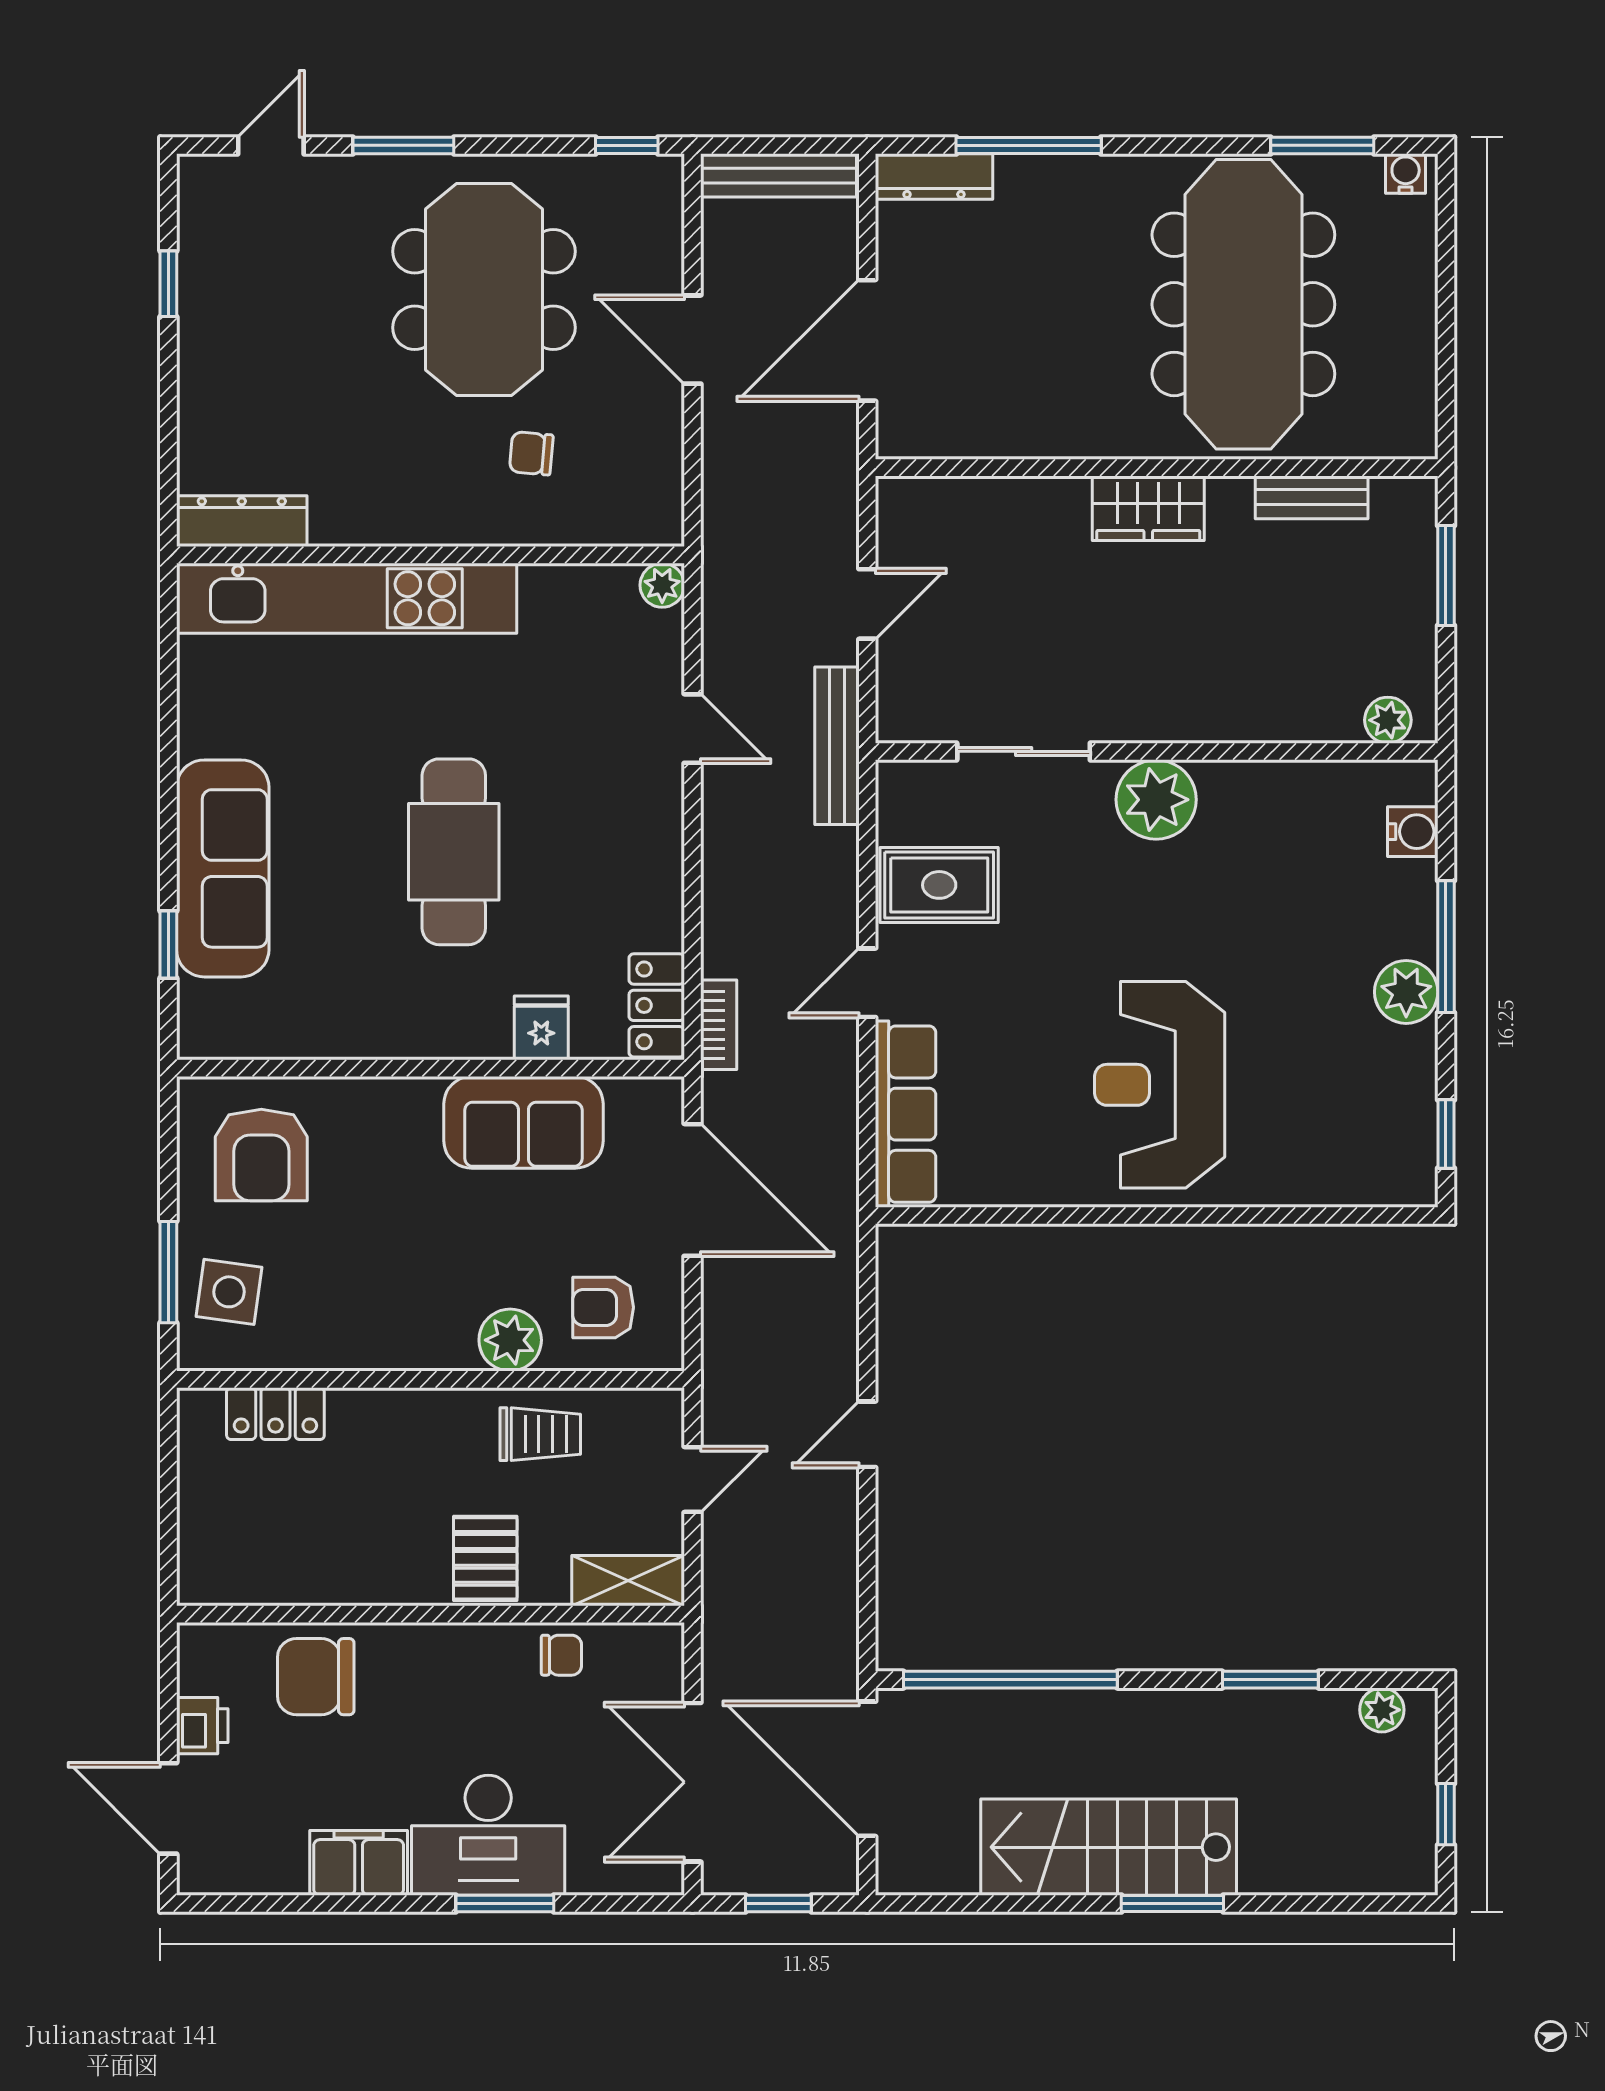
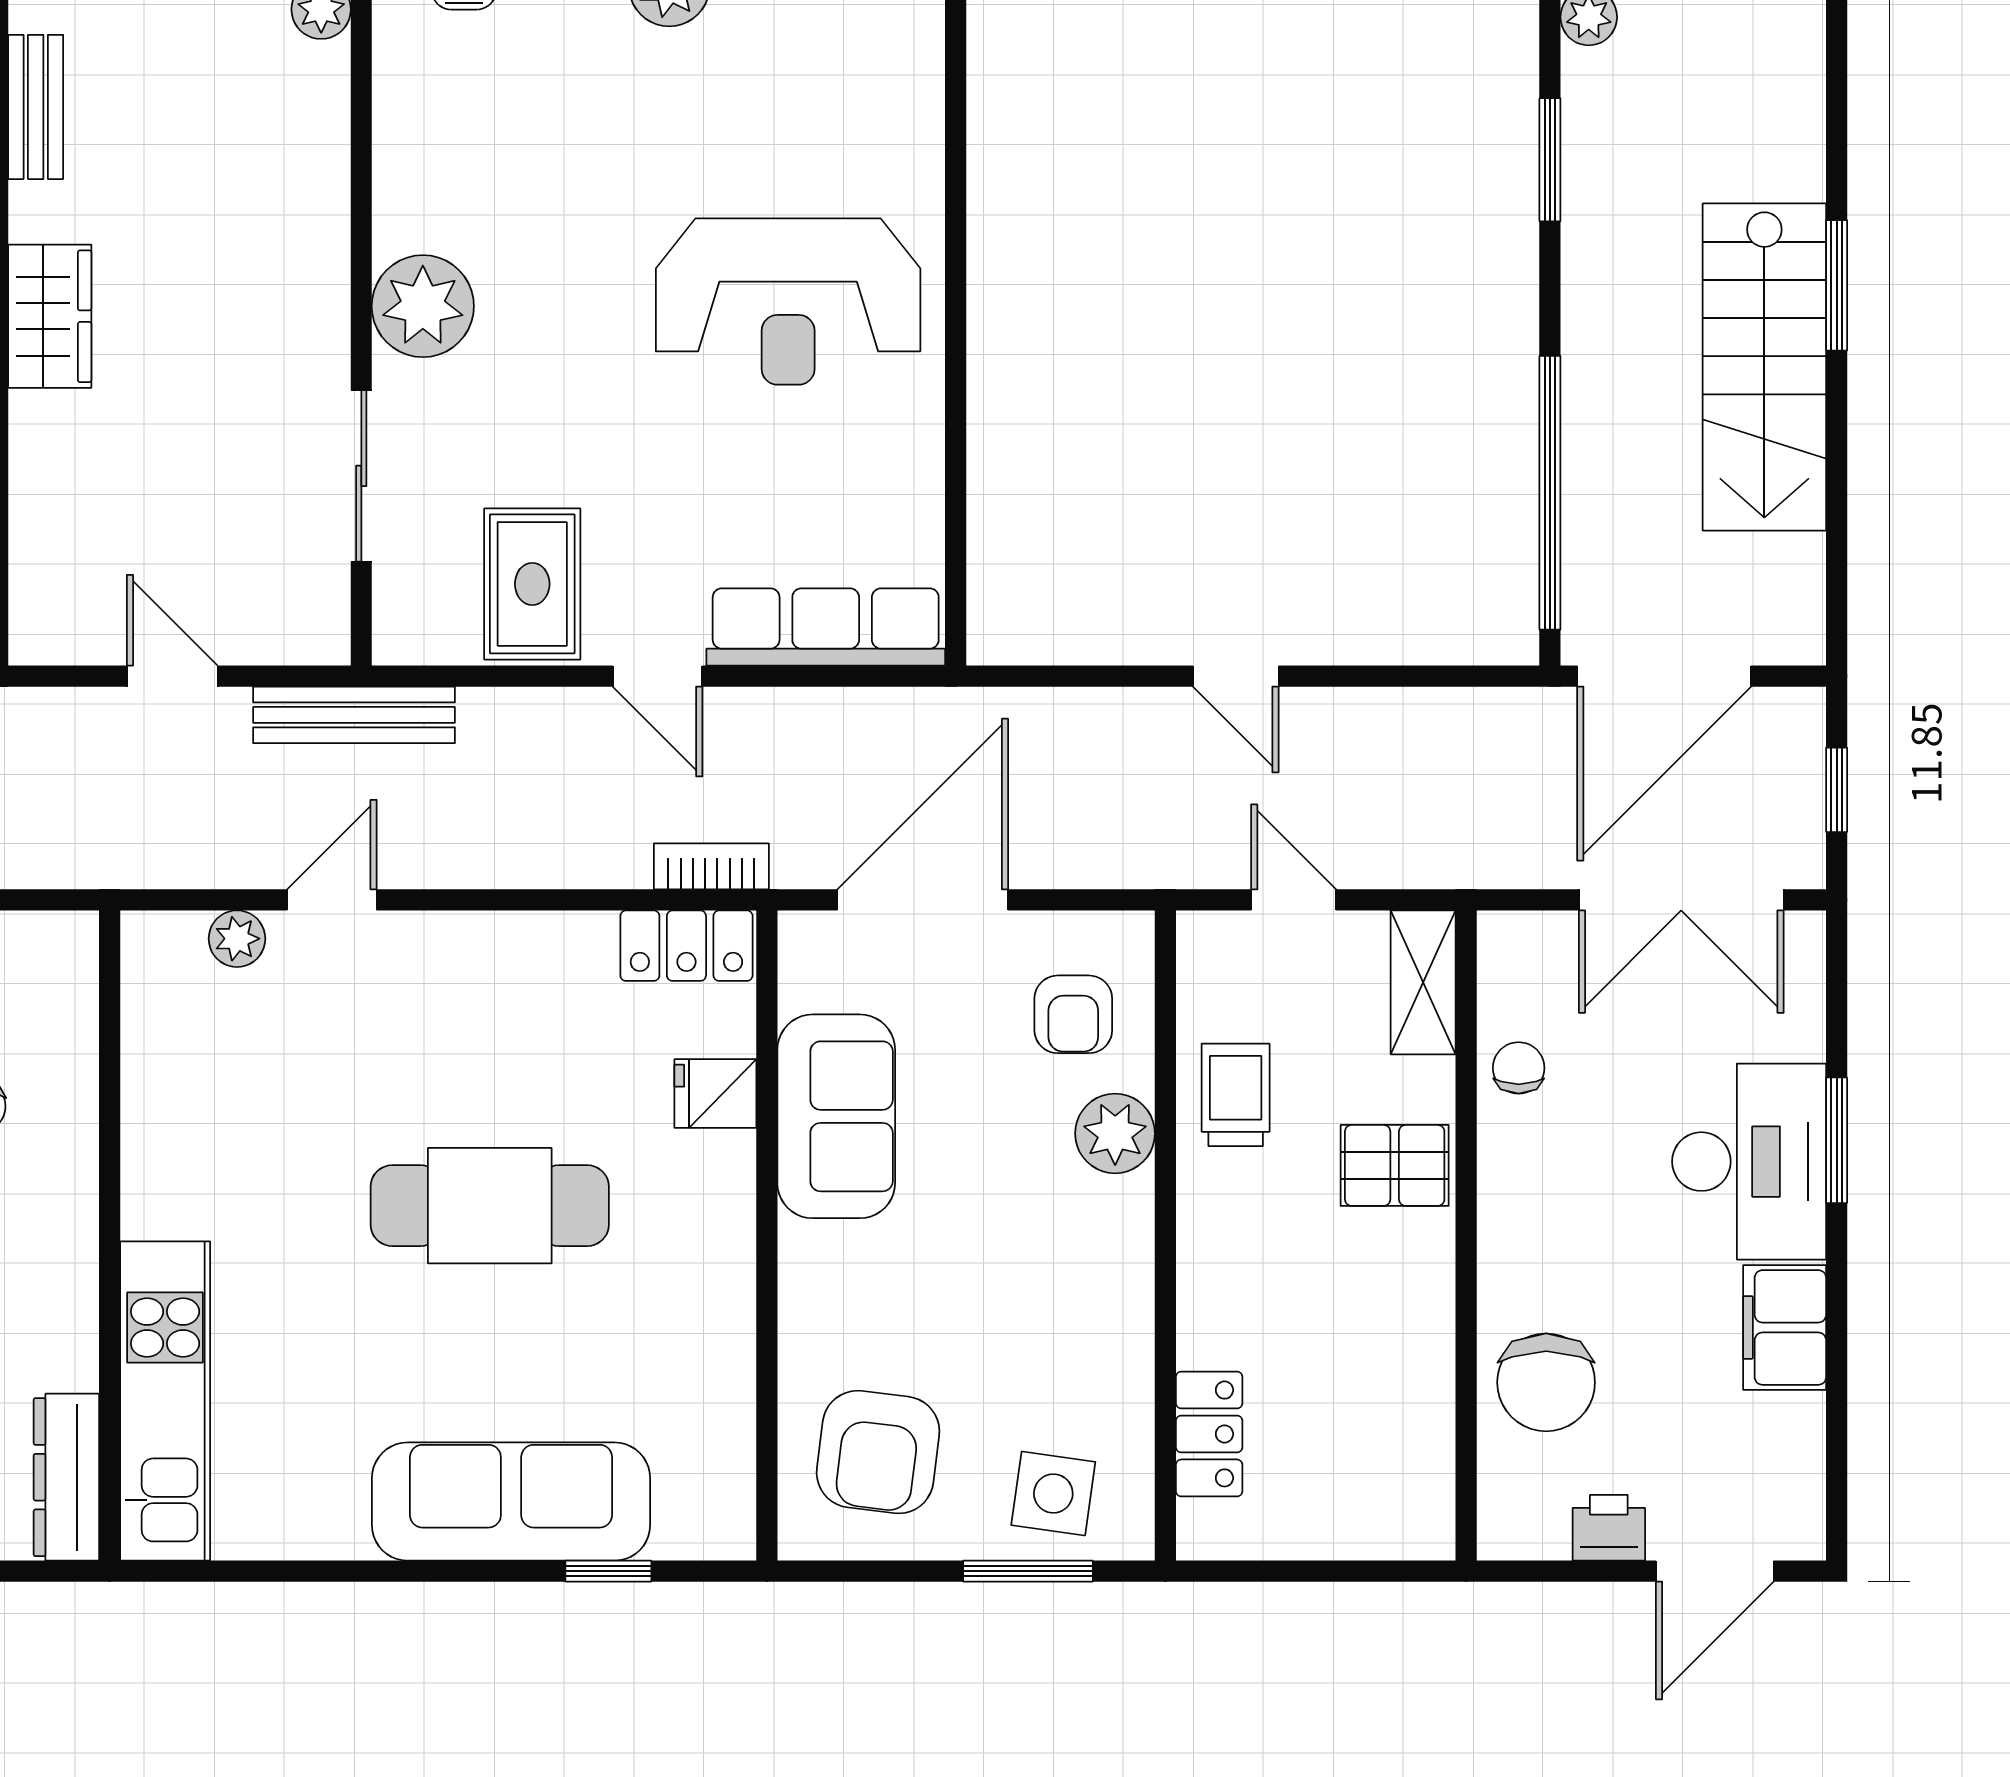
plant: (662, 585) -> (237, 939), moved
kitchen unit: (347, 598) -> (165, 1401), width x0.73
armchair: (261, 1155) -> (878, 1452), turned 97

